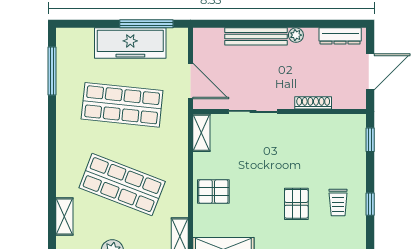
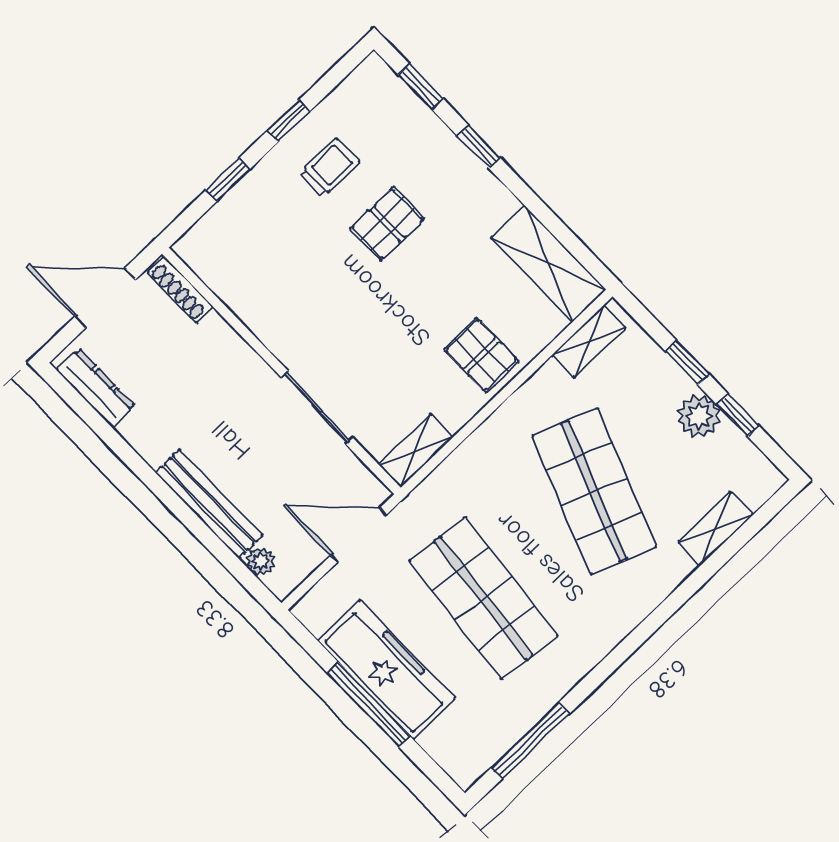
window: (146, 24) -> (369, 705), moved
plant: (296, 35) -> (261, 562), moved
door: (191, 81) -> (359, 535), hinge flipped
shoe rack: (313, 103) -> (180, 290), moved
window: (370, 140) -> (228, 180), moved

